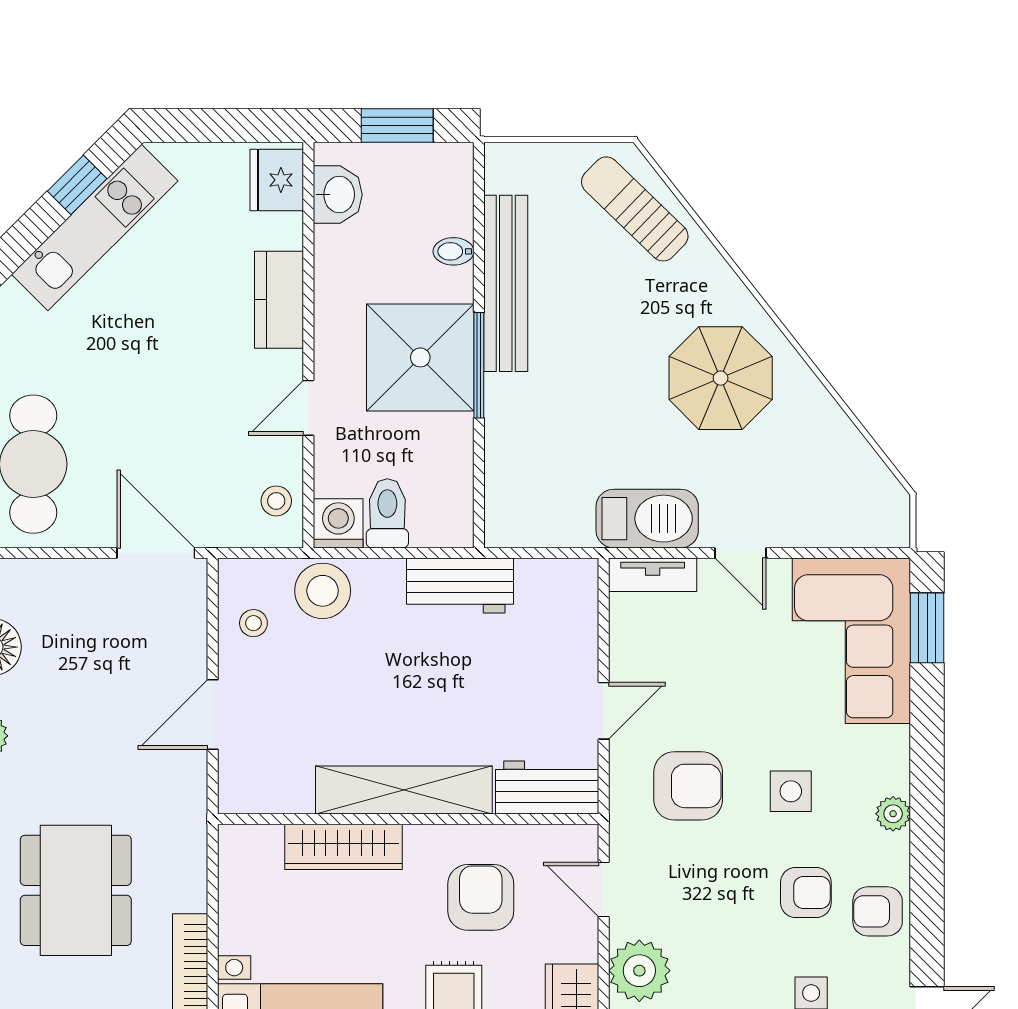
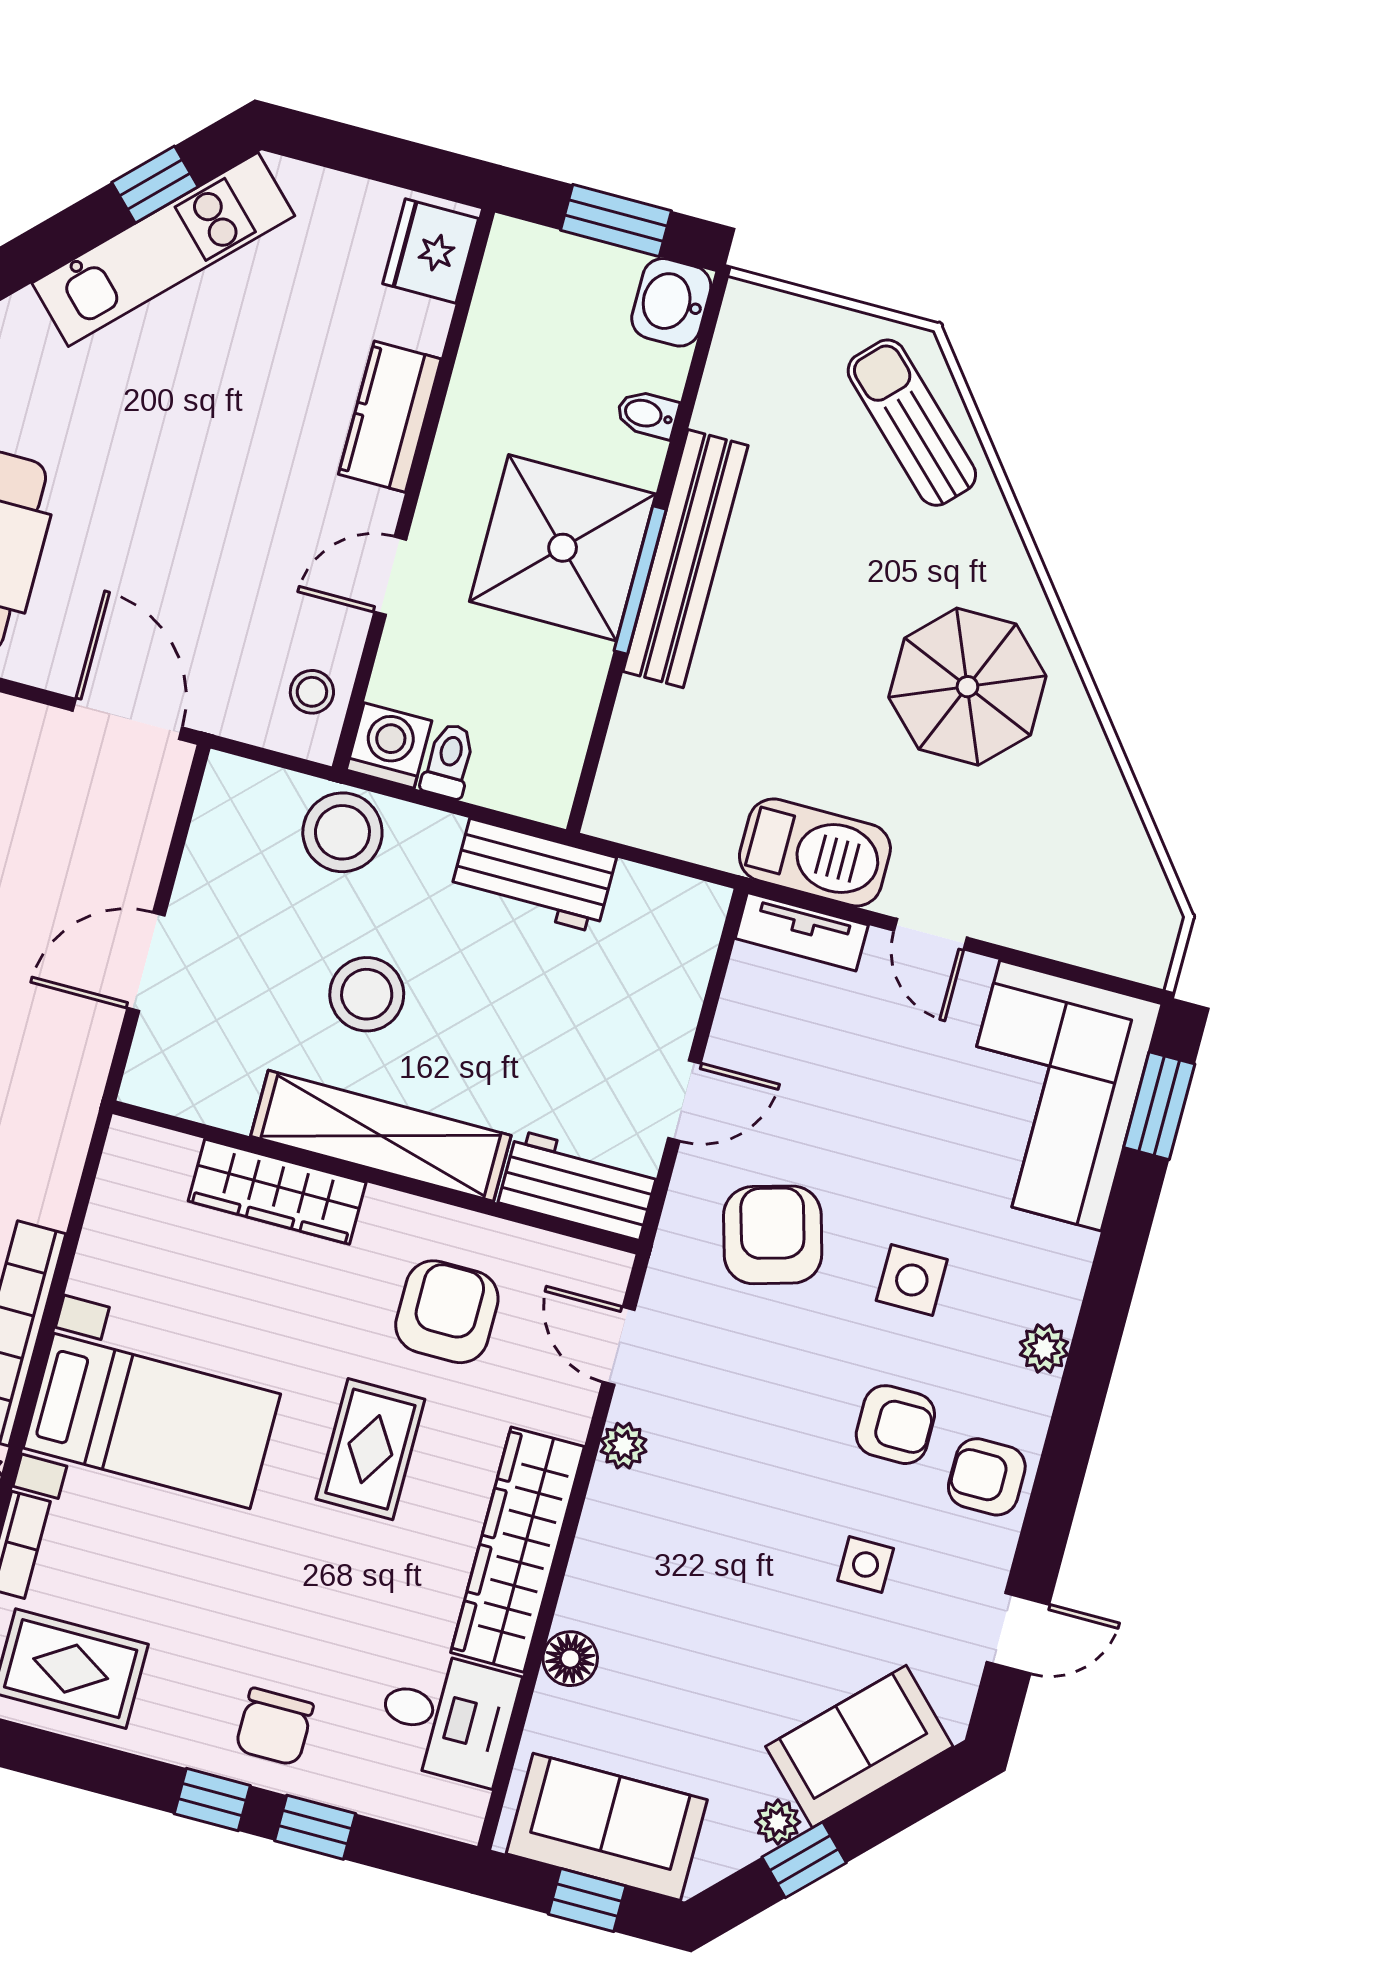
washbasin: (338, 195) -> (671, 302), moved, turned 180
bench: (506, 283) -> (686, 559), moved
toilet: (387, 513) -> (449, 761), width x0.73, depth x0.72
stool: (253, 623) -> (367, 994), moved, width x1.89, depth x1.89
armchair: (688, 786) -> (773, 1235), turned -106
plant: (639, 971) -> (623, 1446), width x0.53, depth x0.53

